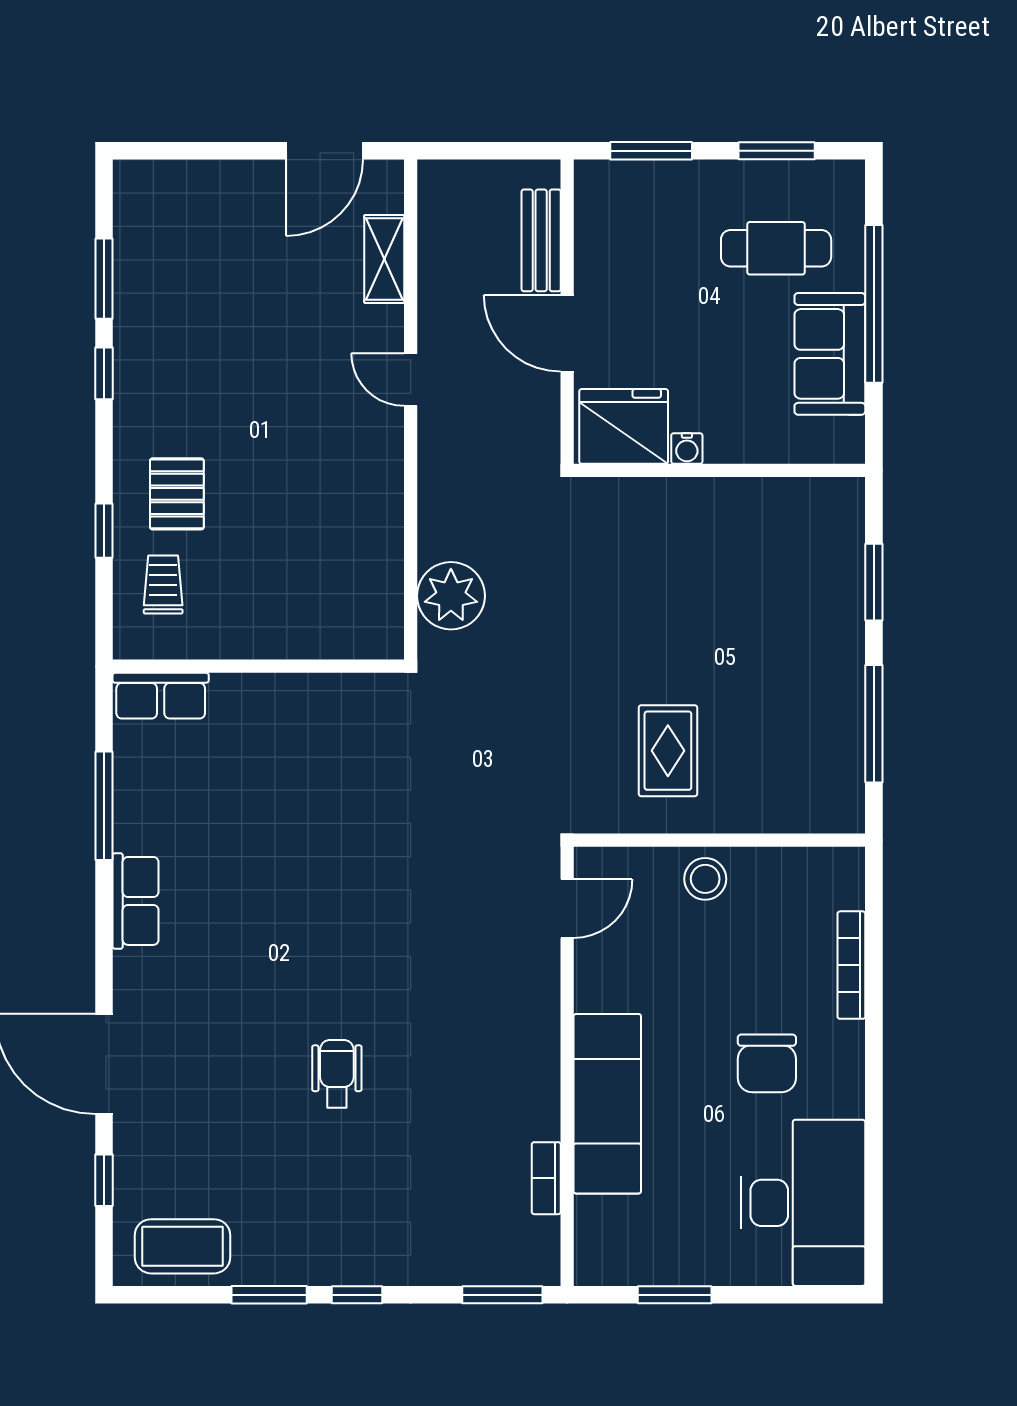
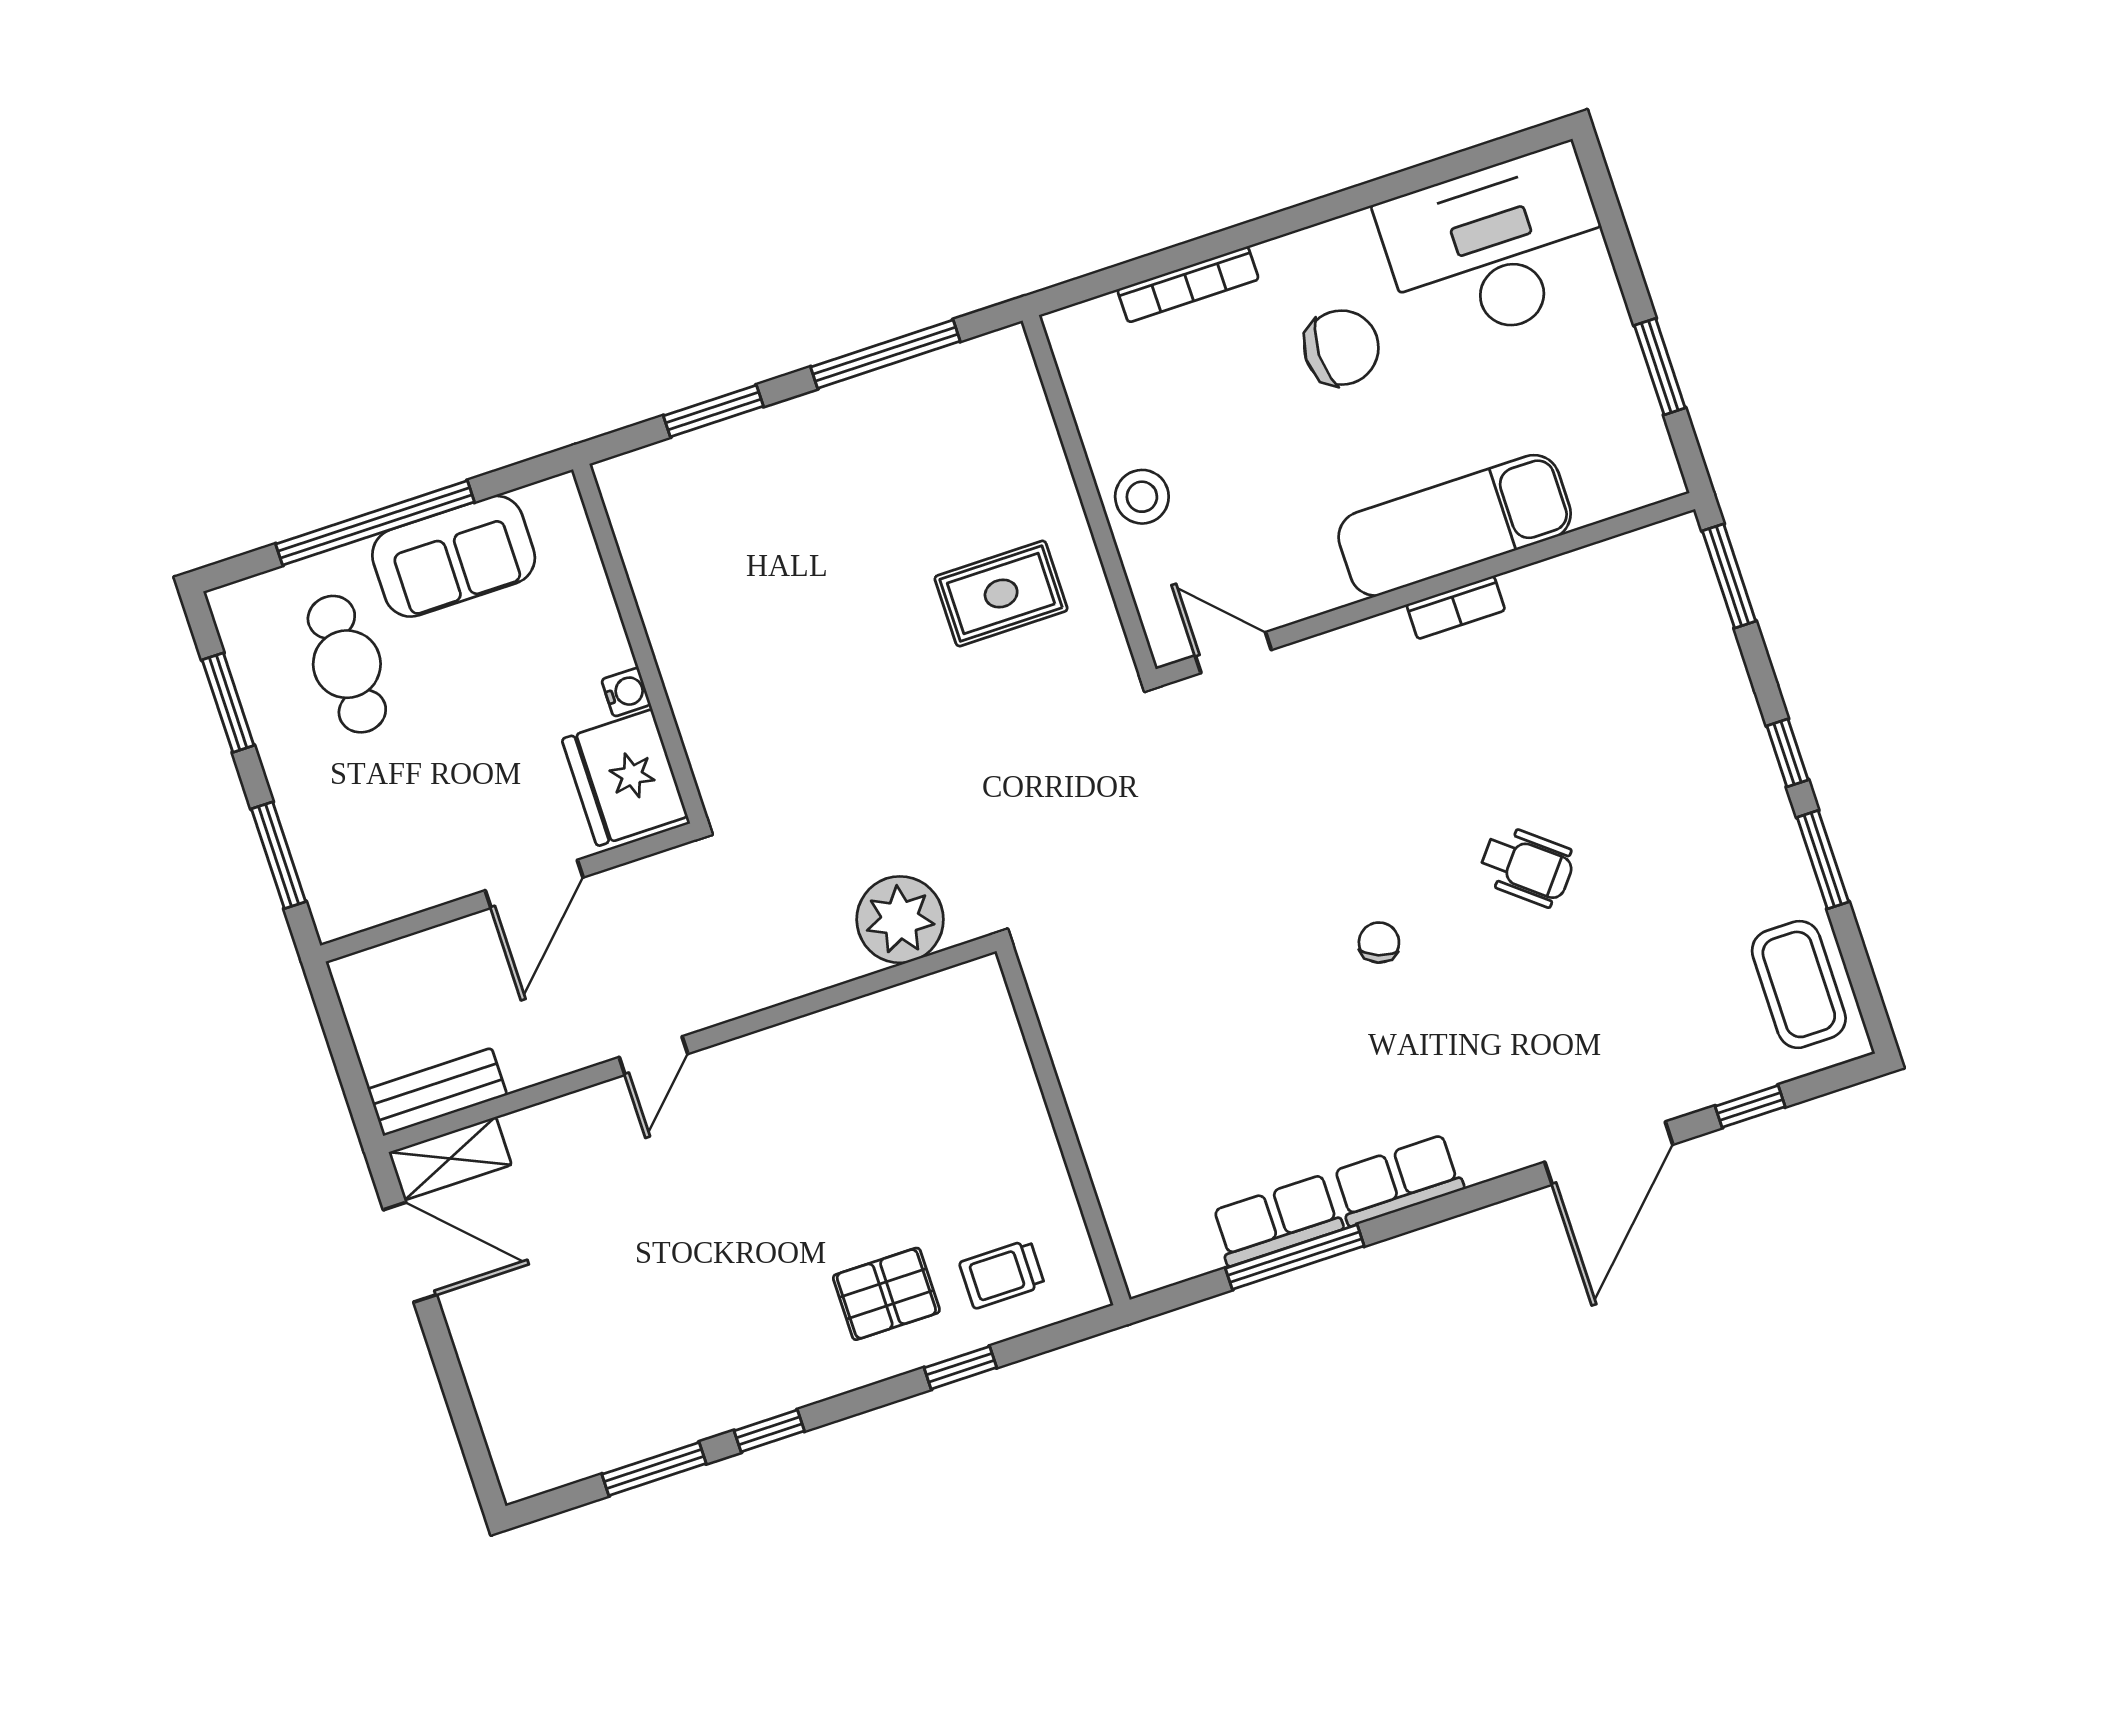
bench: (541, 240) -> (437, 1092), moved
shelving: (384, 259) -> (450, 1158), moved
row of seats: (161, 696) -> (1277, 1220), moved, turned -90
chair: (317, 945) -> (1379, 943), added
wheelchair: (337, 1074) -> (1527, 866), turned -141
bookcase: (546, 1178) -> (1456, 607), moved

